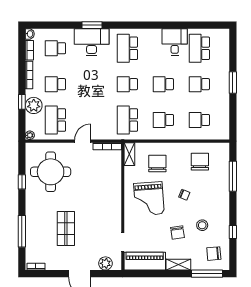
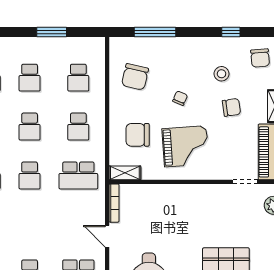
window: (233, 82) -> (52, 32), moved
chair: (200, 162) -> (135, 77), turned -77

